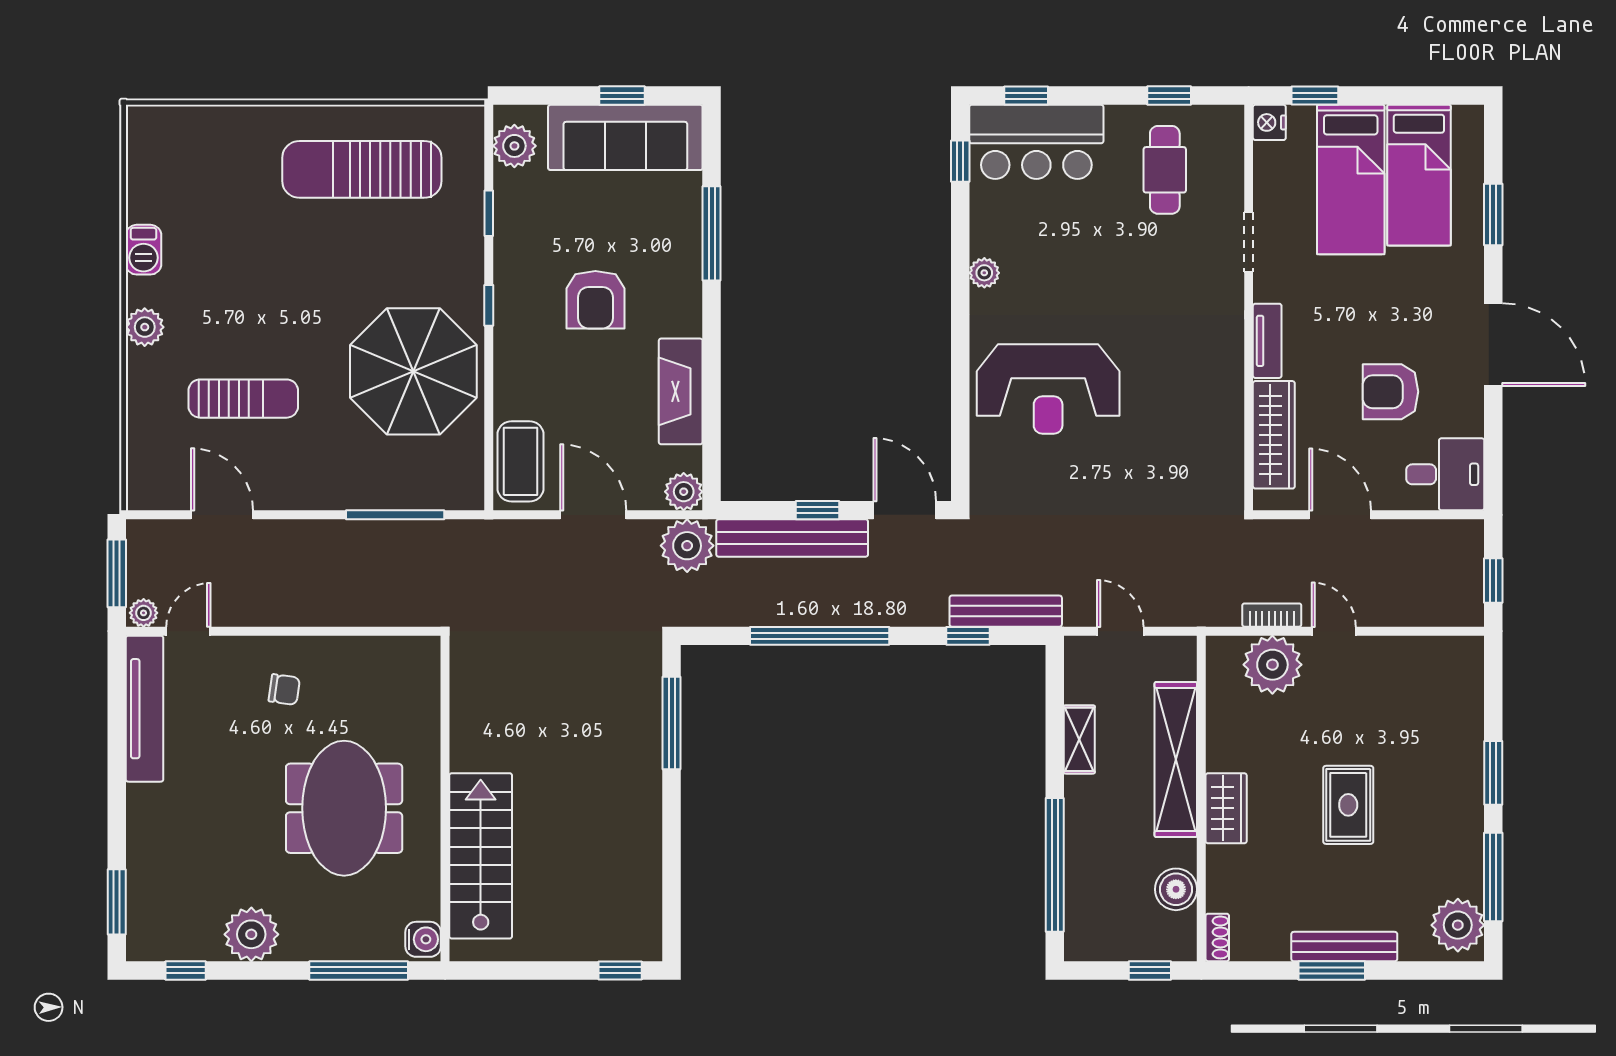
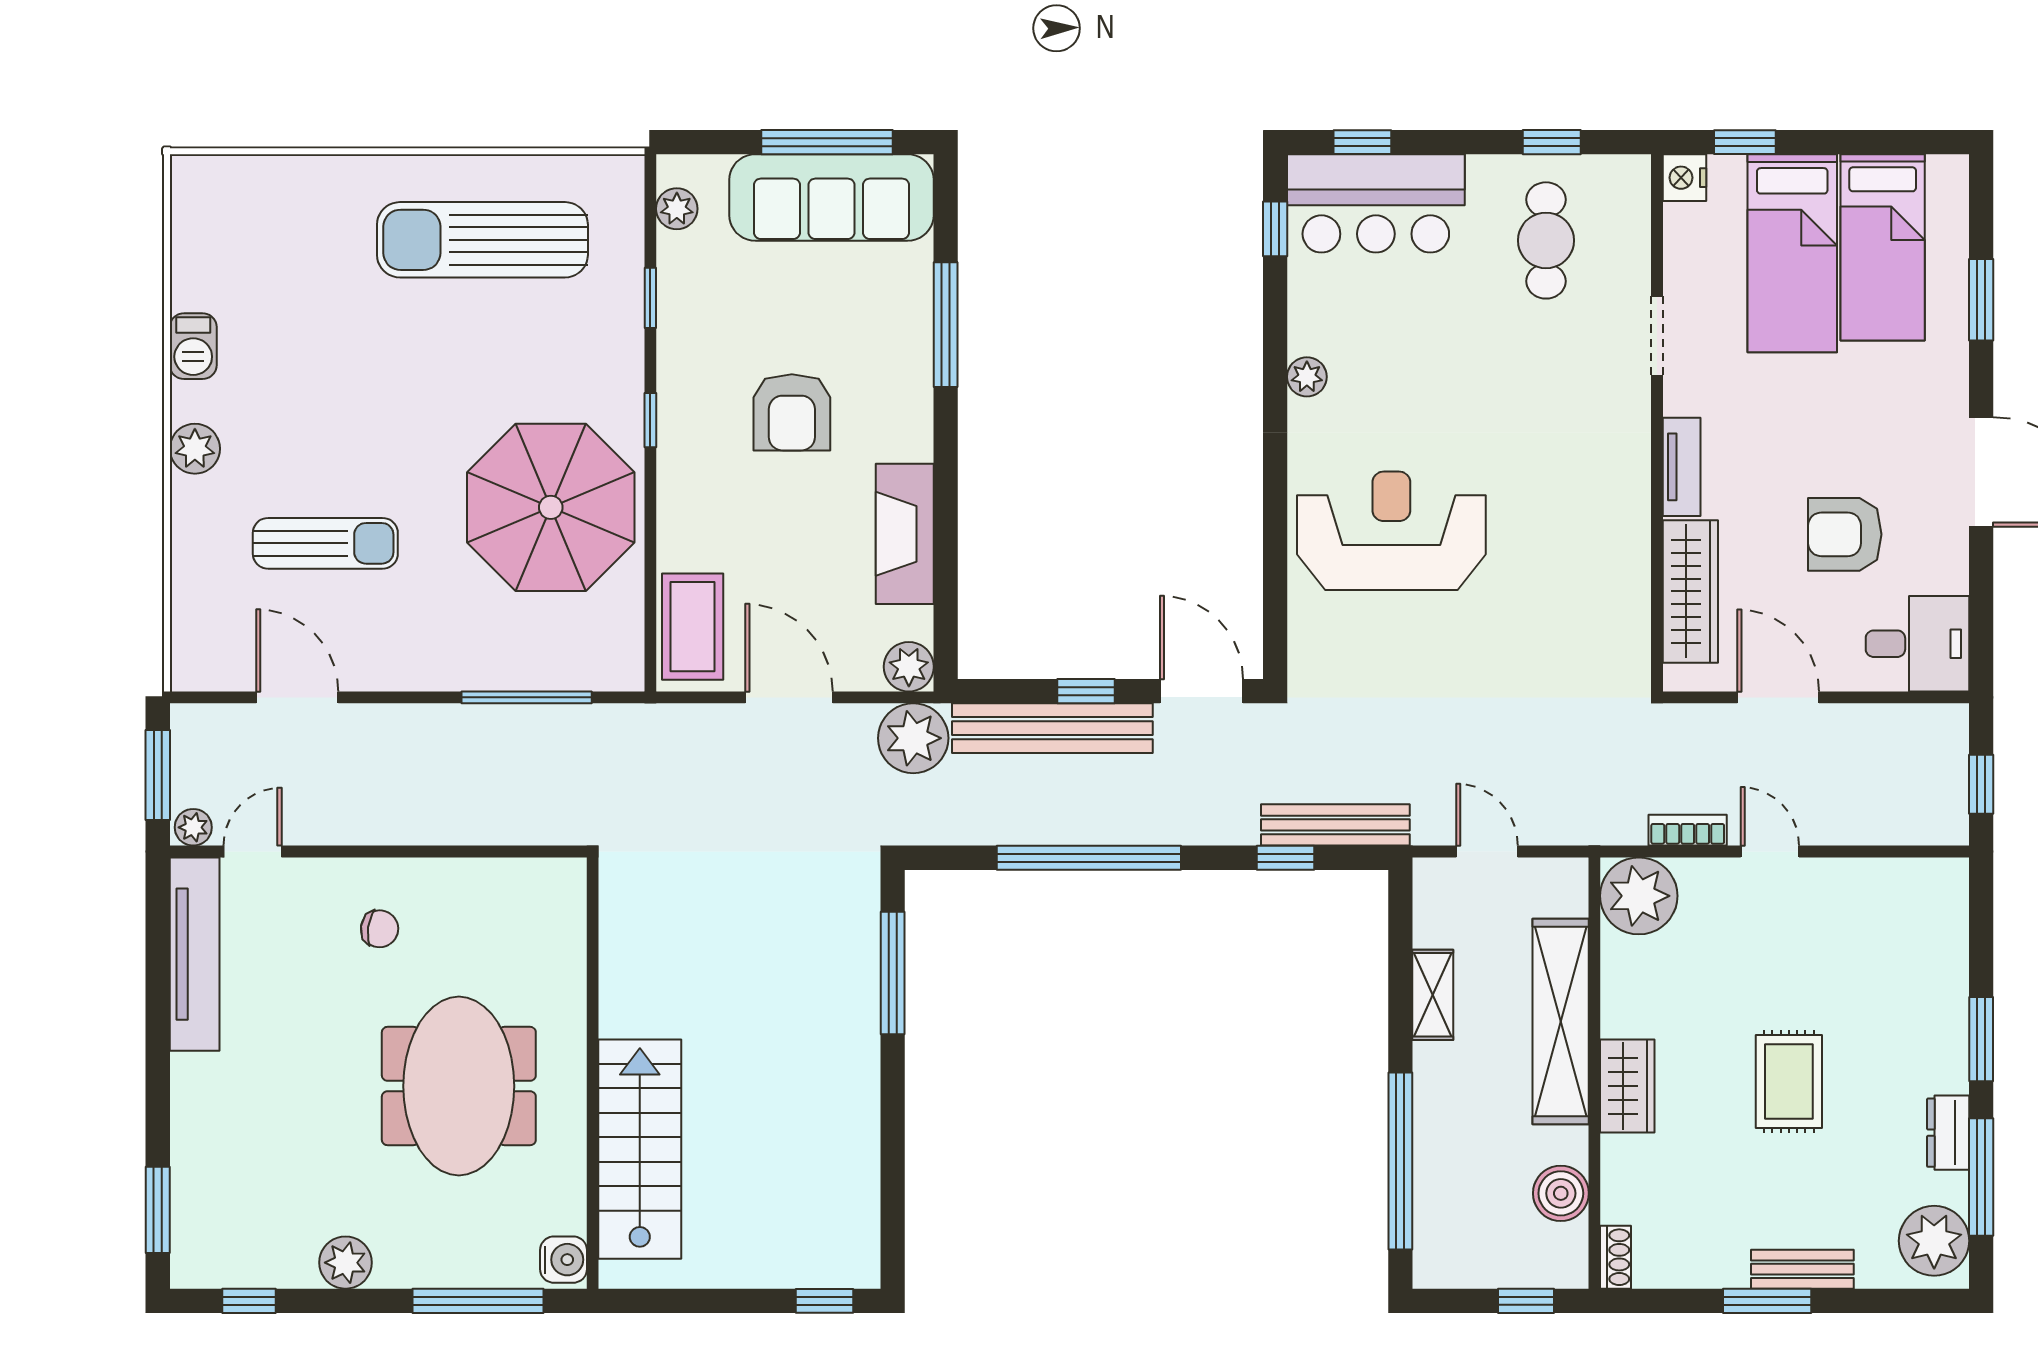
window: (622, 96) -> (827, 142), width x2.17
plant: (514, 146) -> (677, 209), width x0.73, depth x0.73
reception desk: (1048, 389) -> (1391, 531), turned 180
plant: (1272, 665) -> (1639, 896), moved
dresser: (1468, 843) -> (1948, 1133), added
plant: (251, 934) -> (346, 1263), width x0.73, depth x0.73
bench: (1344, 947) -> (1802, 1269), width x0.73

